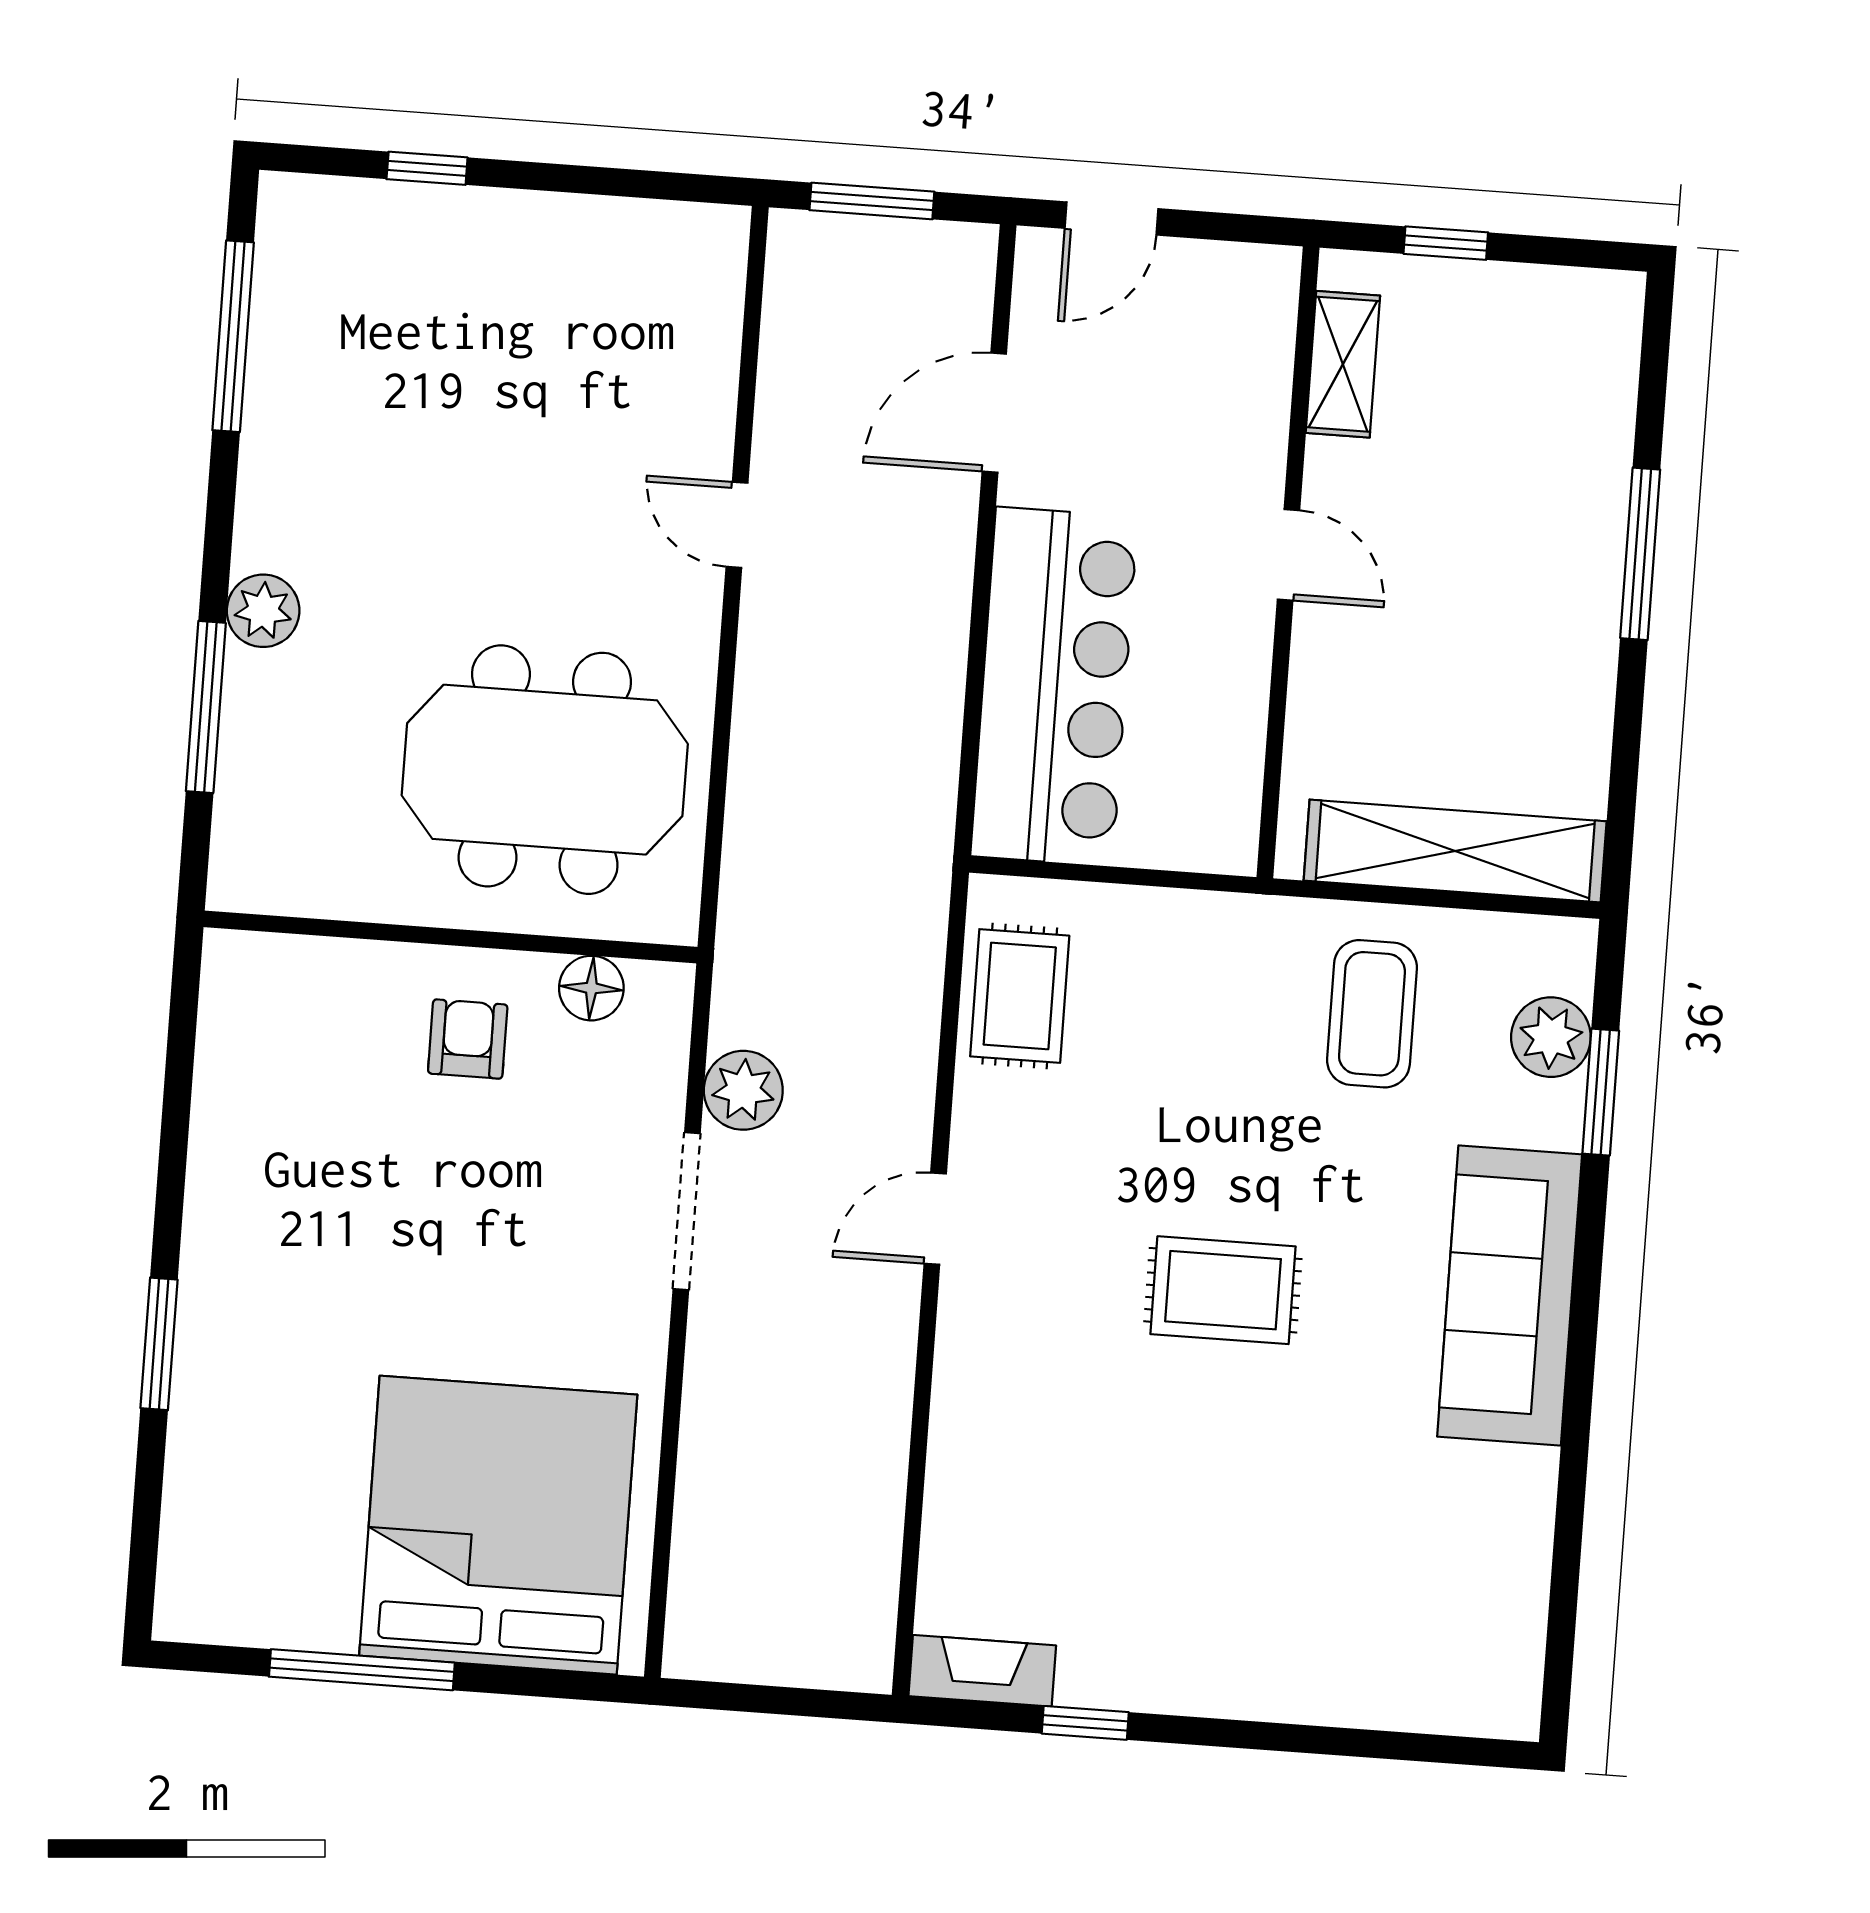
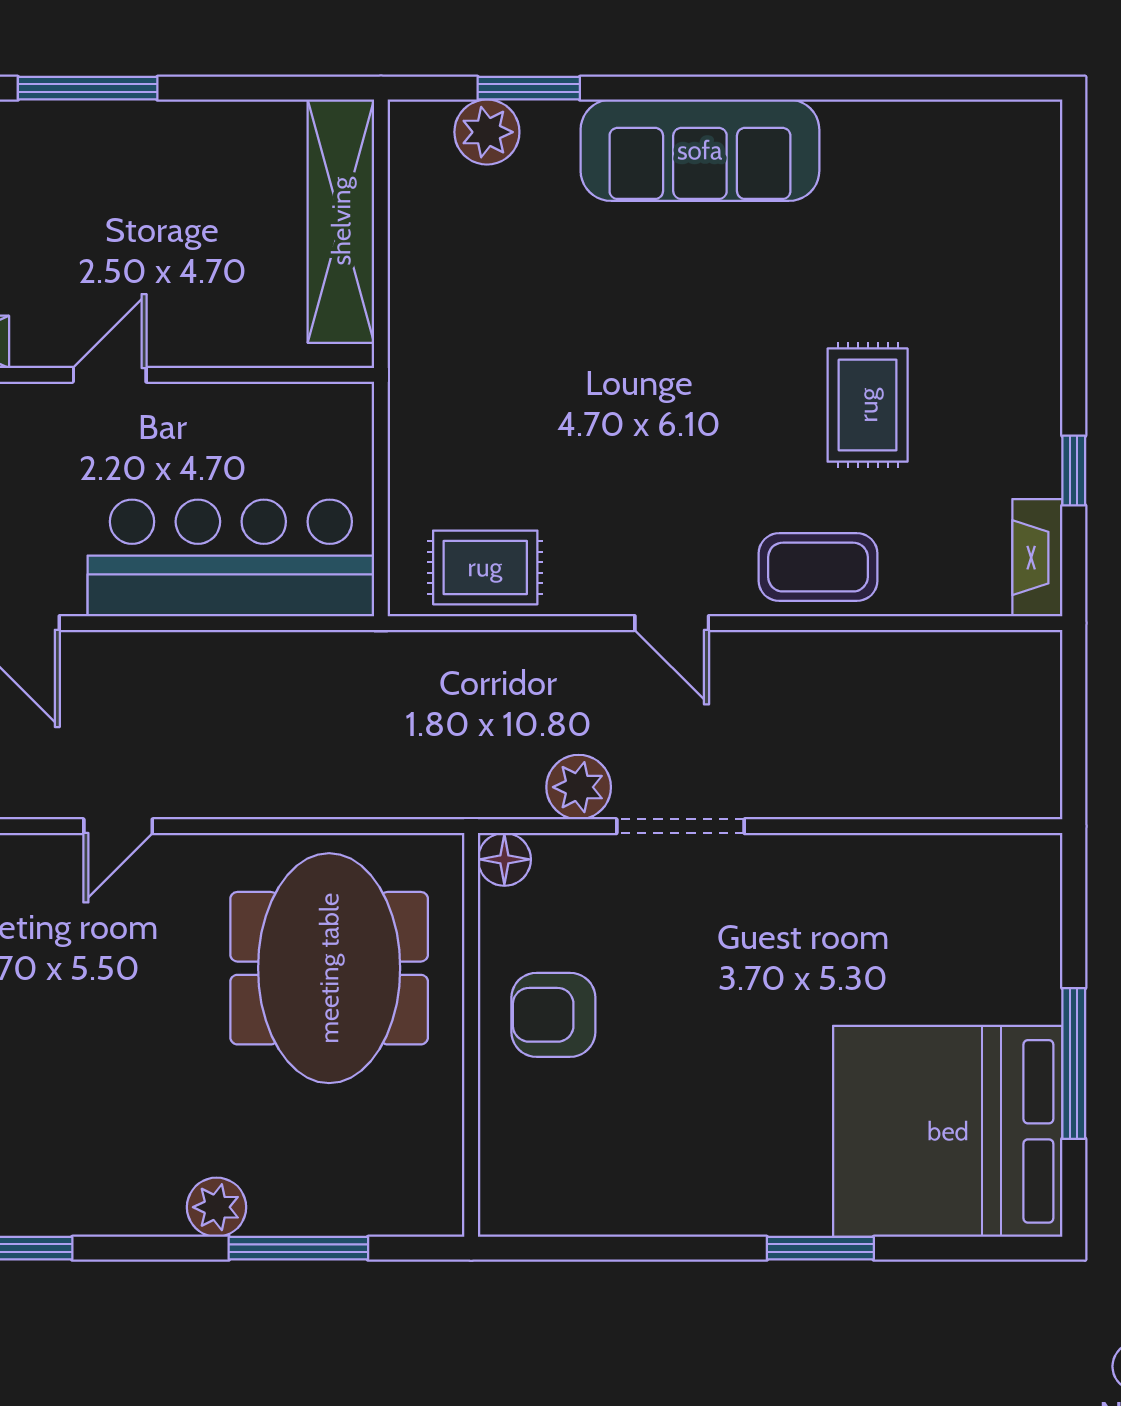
floor lamp: (591, 988) -> (504, 859), moved
coffee table: (1372, 1014) -> (818, 567), moved
armchair: (468, 1039) -> (553, 1015), width x1.38, depth x1.38
rug: (1223, 1290) -> (868, 405), moved
bed: (498, 1525) -> (948, 1131), moved

